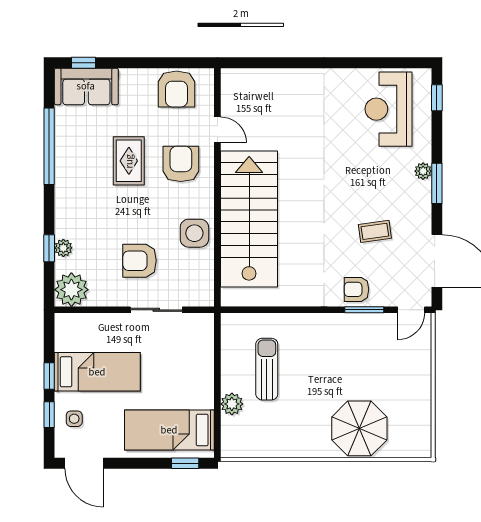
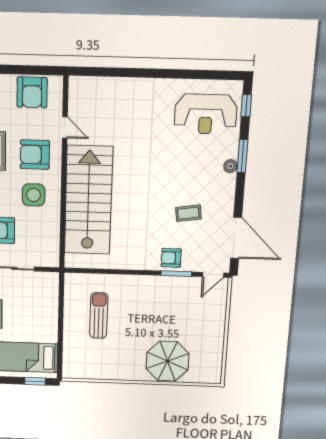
reception desk: (389, 109) -> (206, 114), turned -90
armchair: (181, 164) -> (35, 155), turned -90
window: (437, 183) -> (242, 156), moved
side table: (194, 233) -> (34, 195), moved
plant: (232, 404) -> (71, 340), removed

